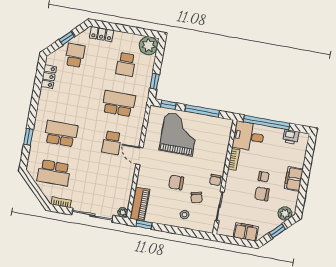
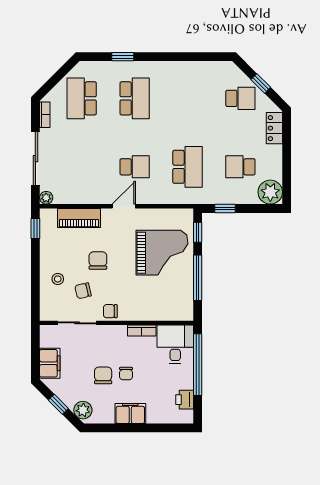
locker: (49, 77) -> (206, 69), removed
school desk: (112, 143) -> (135, 167), turned 180
piano: (140, 204) -> (79, 218), moved

